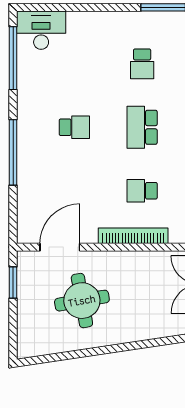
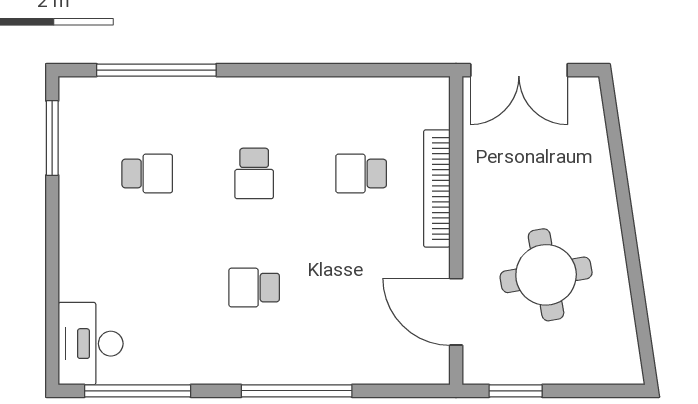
school desk: (74, 127) -> (254, 288), turned -90
school desk: (142, 127) -> (254, 173), width x0.54
school desk: (142, 191) -> (361, 173), turned 90

